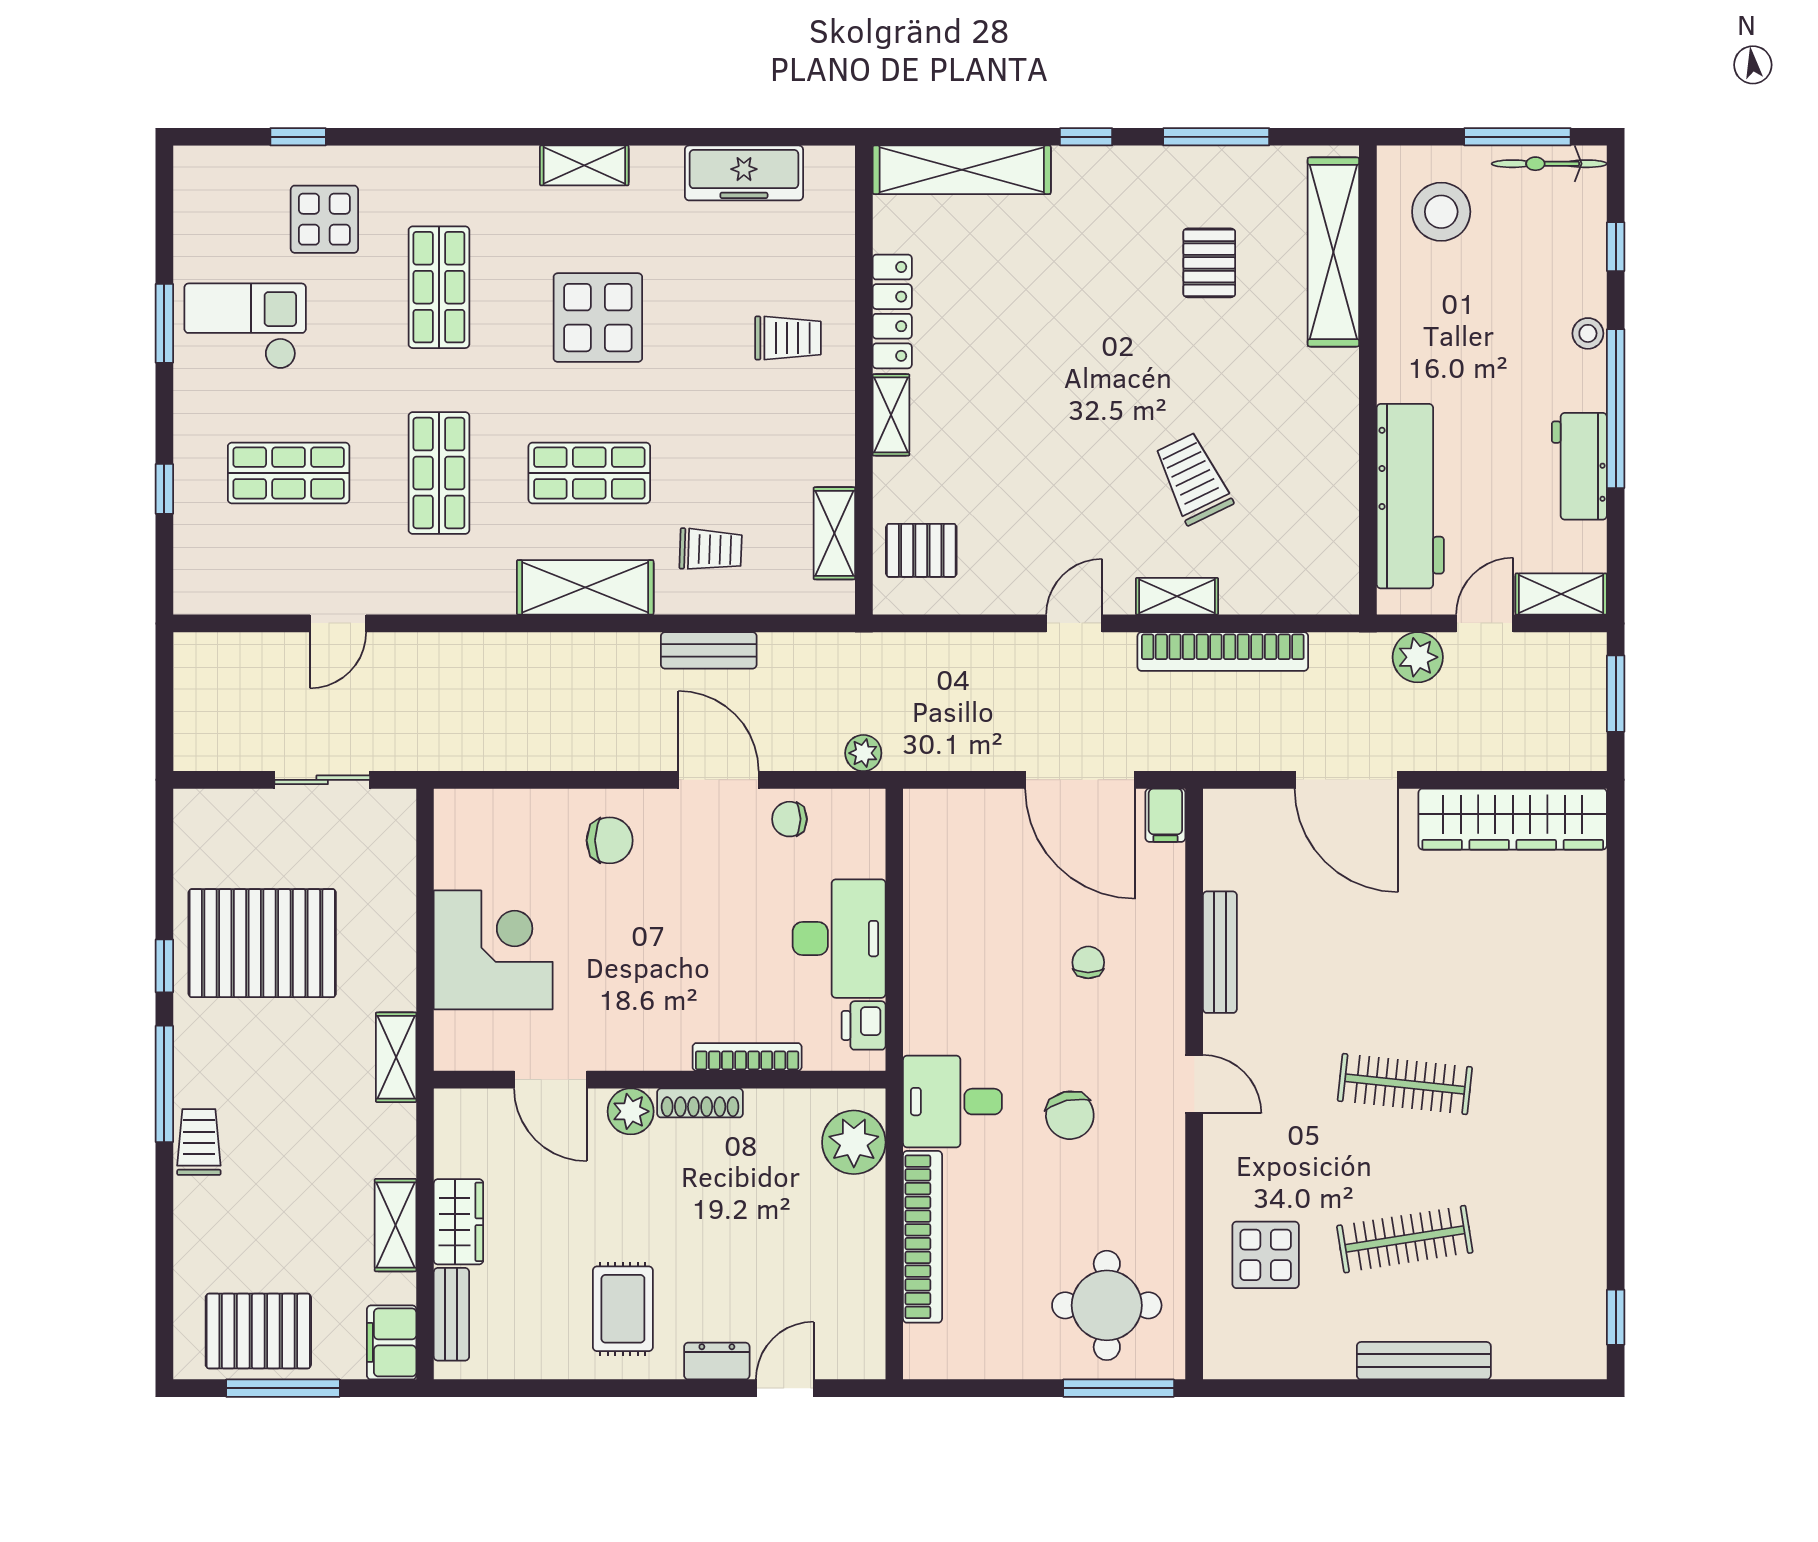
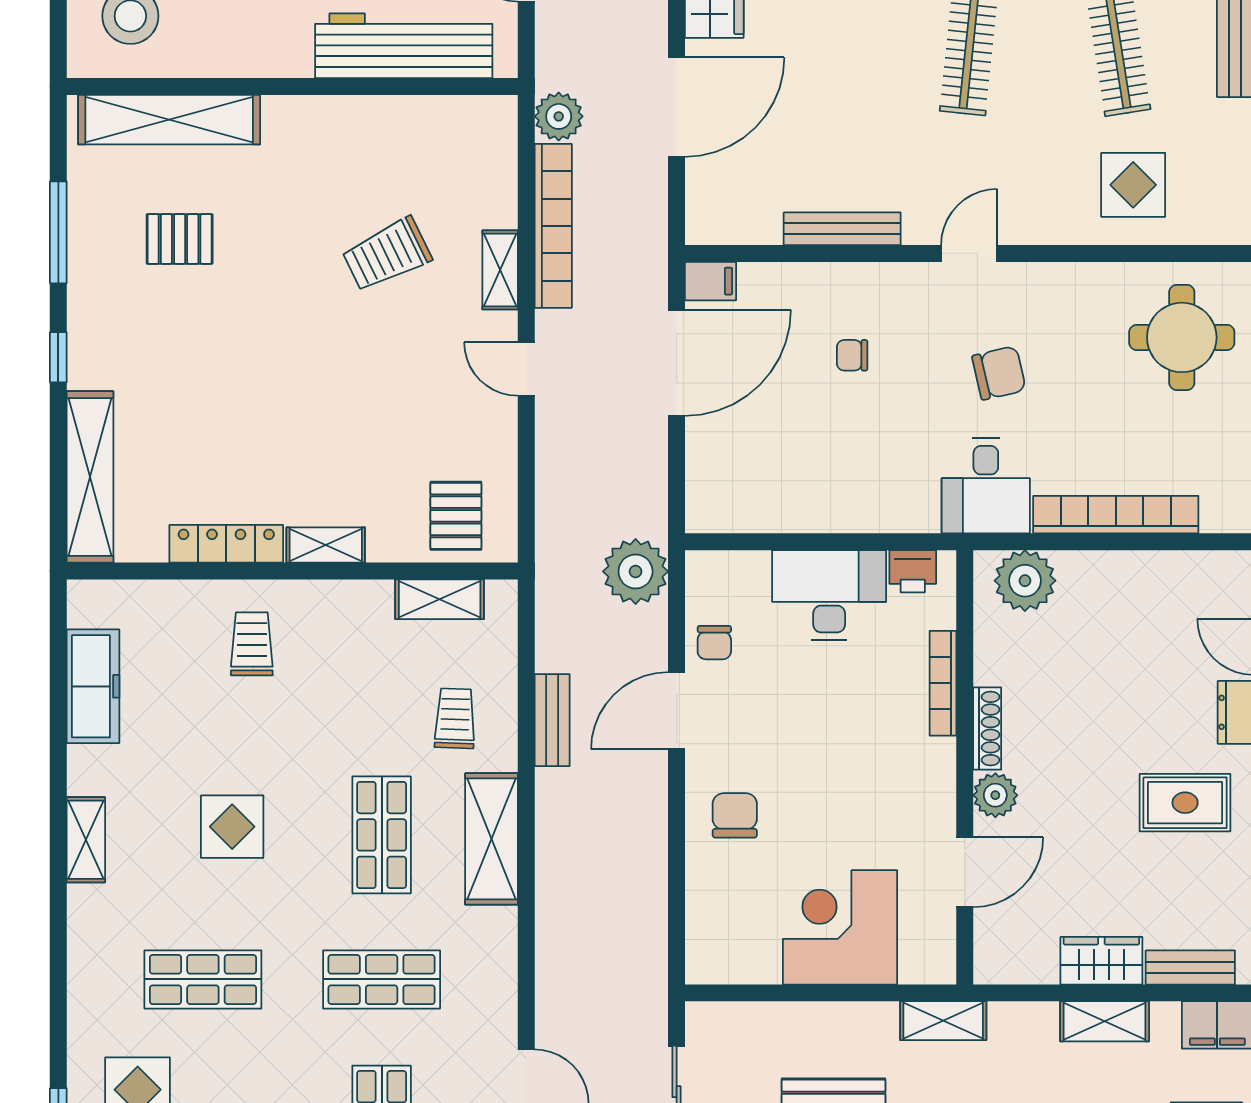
display table: (598, 318) -> (232, 827), width x0.73, depth x0.73
plant: (1418, 657) -> (559, 116), moved
plant: (863, 753) -> (636, 571), width x1.88, depth x1.88

